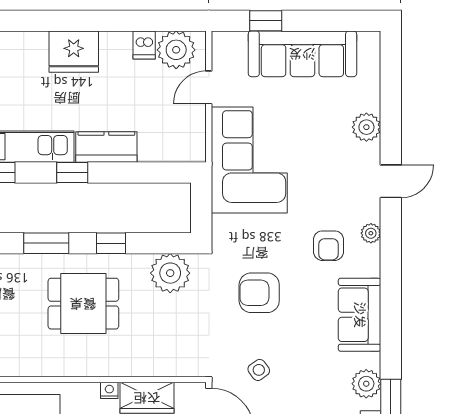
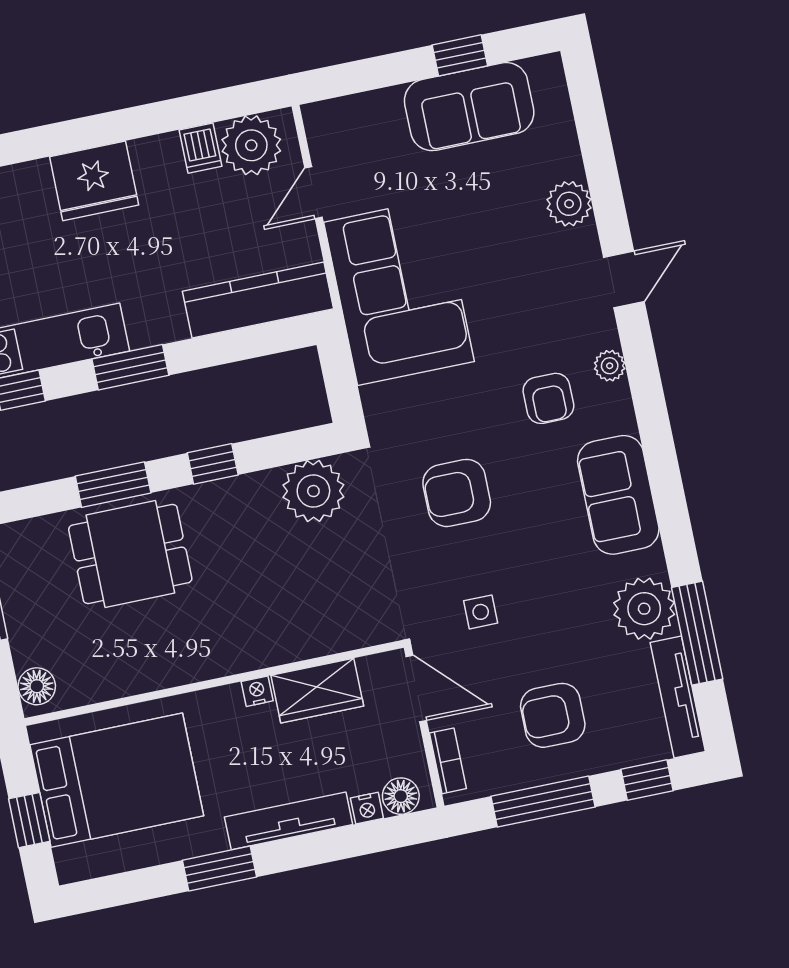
window: (266, 21) -> (460, 55), moved
sofa: (302, 54) -> (469, 107), width x0.73
kitchen counter: (106, 147) -> (258, 300), moved, width x1.50
window: (72, 172) -> (130, 367), width x1.50
dining table: (83, 304) -> (130, 554), moved
side table: (259, 370) -> (481, 612), turned 36
plant: (366, 384) -> (644, 609), width x1.36, depth x1.36

